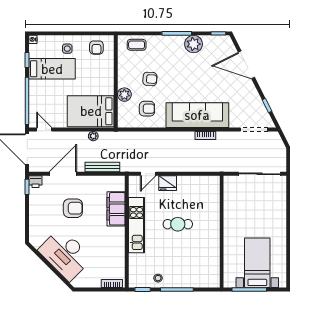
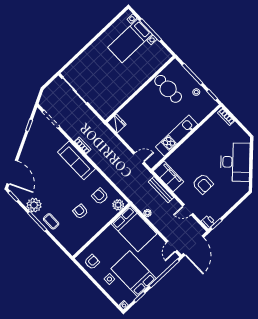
coffee table: (137, 45) -> (51, 221), moved
door: (246, 65) -> (12, 172), moved
bed: (52, 69) -> (134, 274), width x1.50
plant: (124, 95) -> (118, 205), moved
sofa: (197, 115) -> (77, 160), width x0.74, depth x0.79
door: (63, 174) -> (188, 210), width x0.53
fridge: (168, 183) -> (117, 124), moved
armchair: (73, 208) -> (203, 184), turned 180
filing cabinet: (116, 209) -> (169, 176), moved, turned -90
cafe table: (178, 224) -> (168, 89), moved, width x1.37, depth x1.35
wall: (222, 232) -> (140, 89), moved

